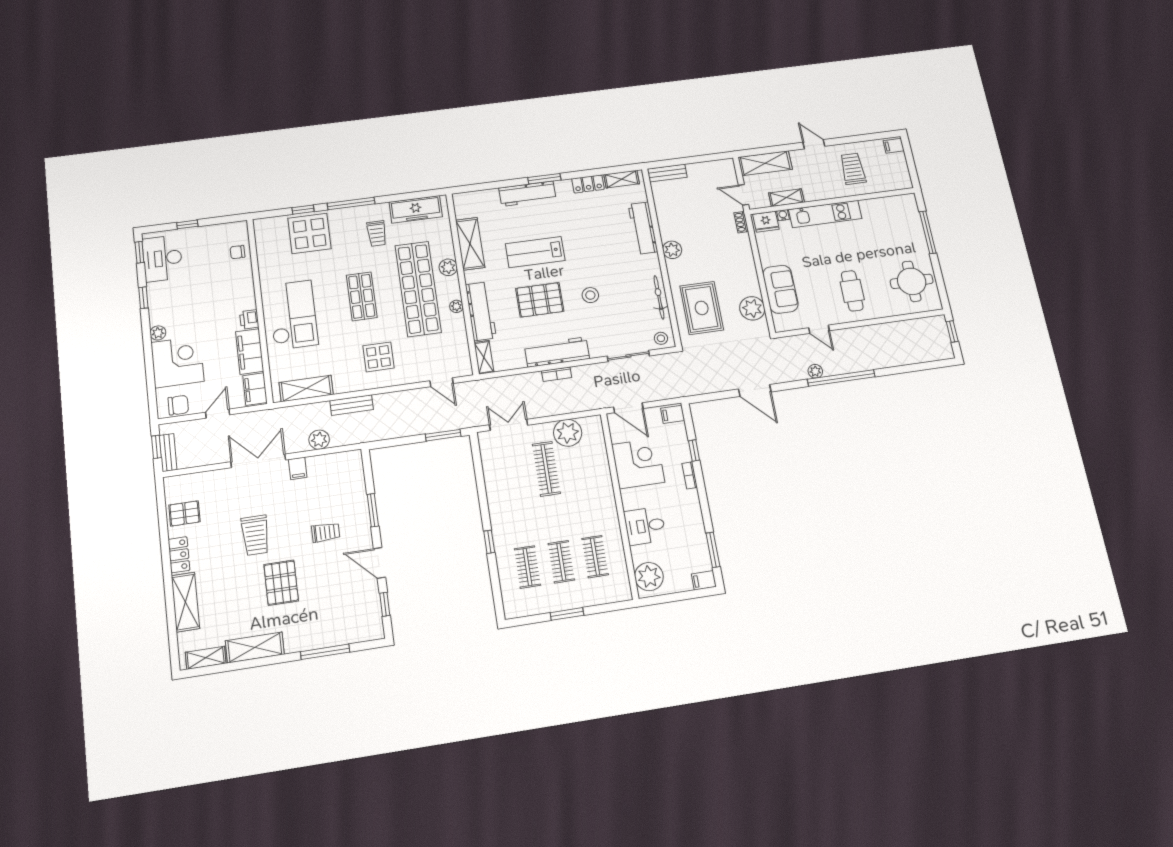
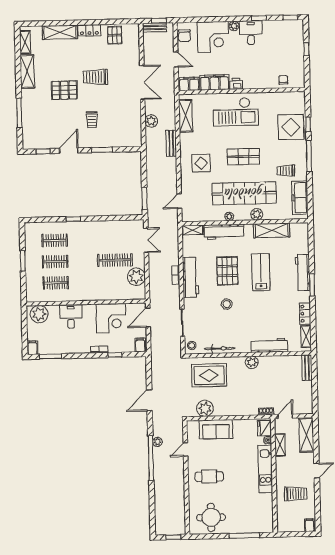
desk: (163, 258) -> (251, 33), moved, width x0.73
filing cabinet: (298, 468) -> (134, 106), removed

